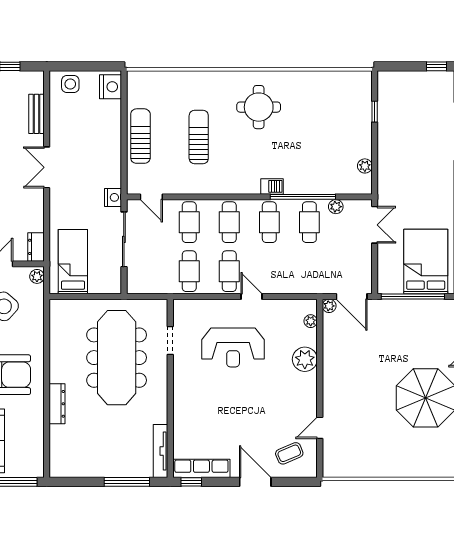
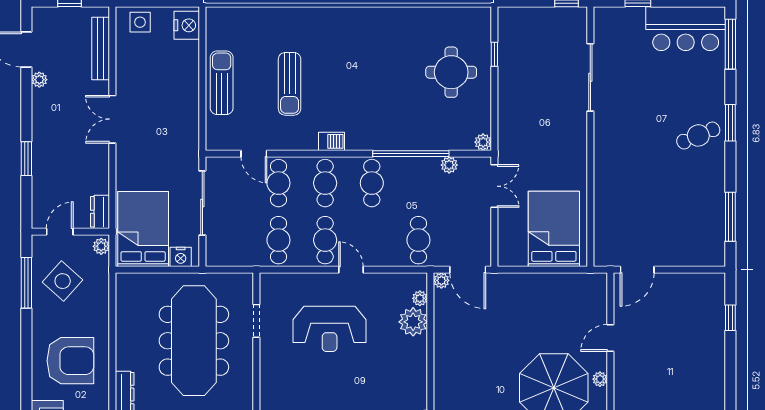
round table: (259, 107) -> (451, 72), moved
bench: (37, 114) -> (101, 48), width x1.36
sun lounger: (199, 137) -> (290, 84), turned 180
plant: (365, 166) -> (483, 142), moved
barbecue: (272, 186) -> (332, 141), moved
nightstand: (113, 197) -> (181, 257), moved, turned 90
door: (151, 197) -> (254, 154), moved
cafe table: (309, 222) -> (418, 240), moved
bed: (73, 262) -> (143, 229), width x1.50
window: (413, 296) -> (539, 270), removed
plant: (305, 359) -> (413, 322), moved

